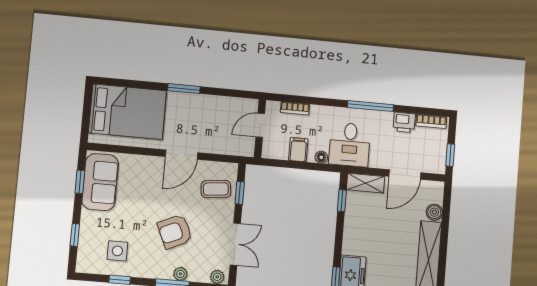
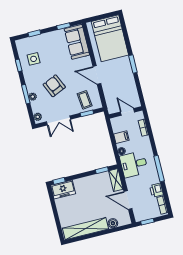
sofa: (100, 182) -> (77, 42), moved, turned 90

